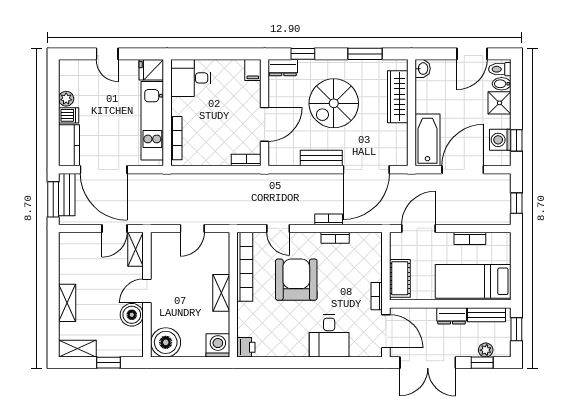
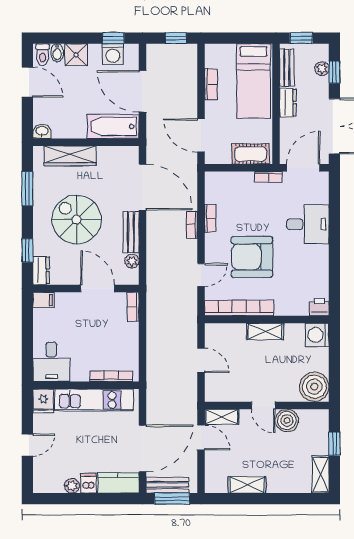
spiral stairs: (334, 103) -> (77, 220), turned 180
plant: (292, 159) -> (132, 261), added
shelving: (67, 303) -> (247, 485), moved

